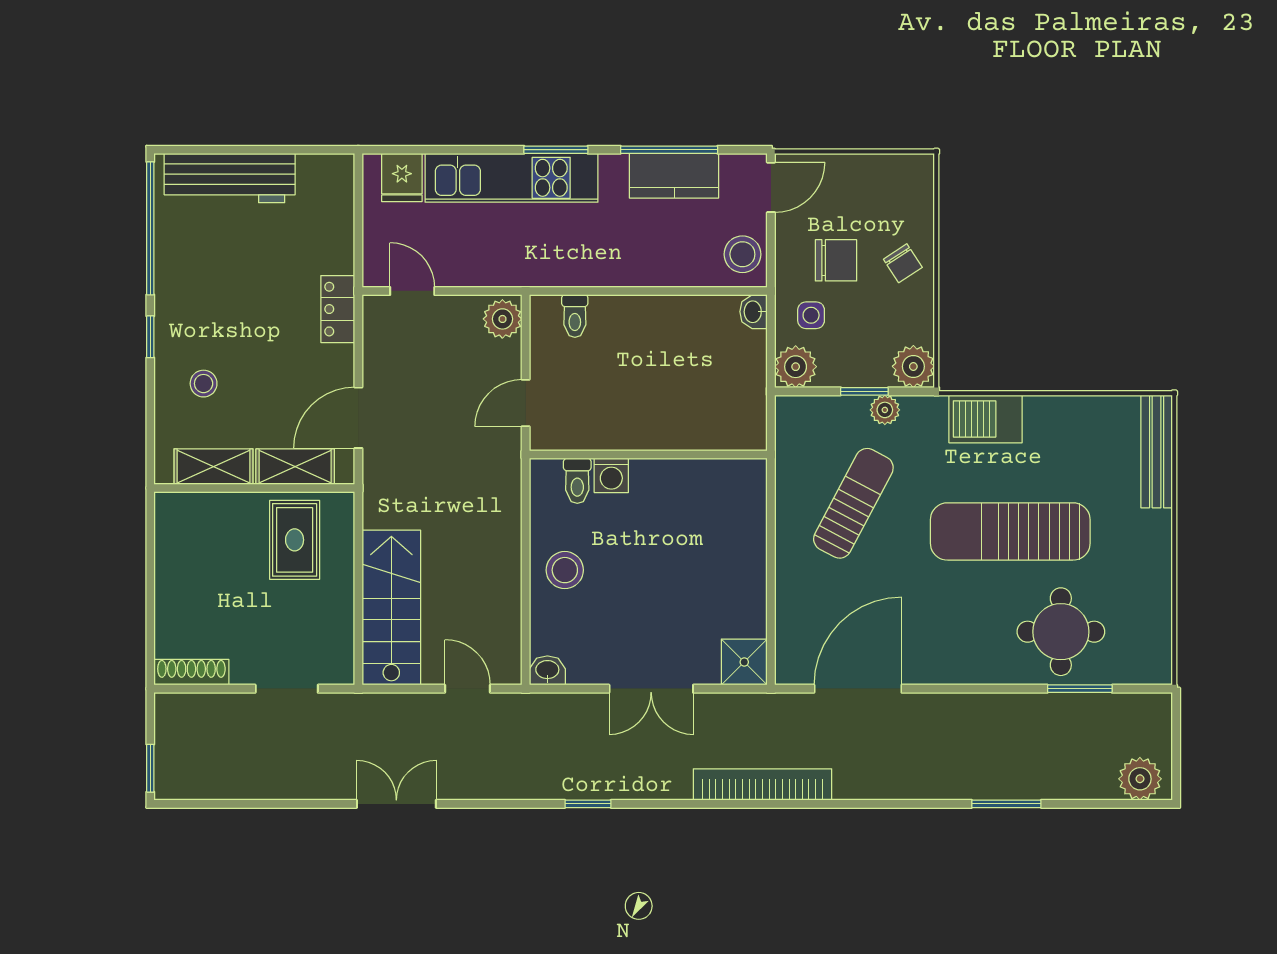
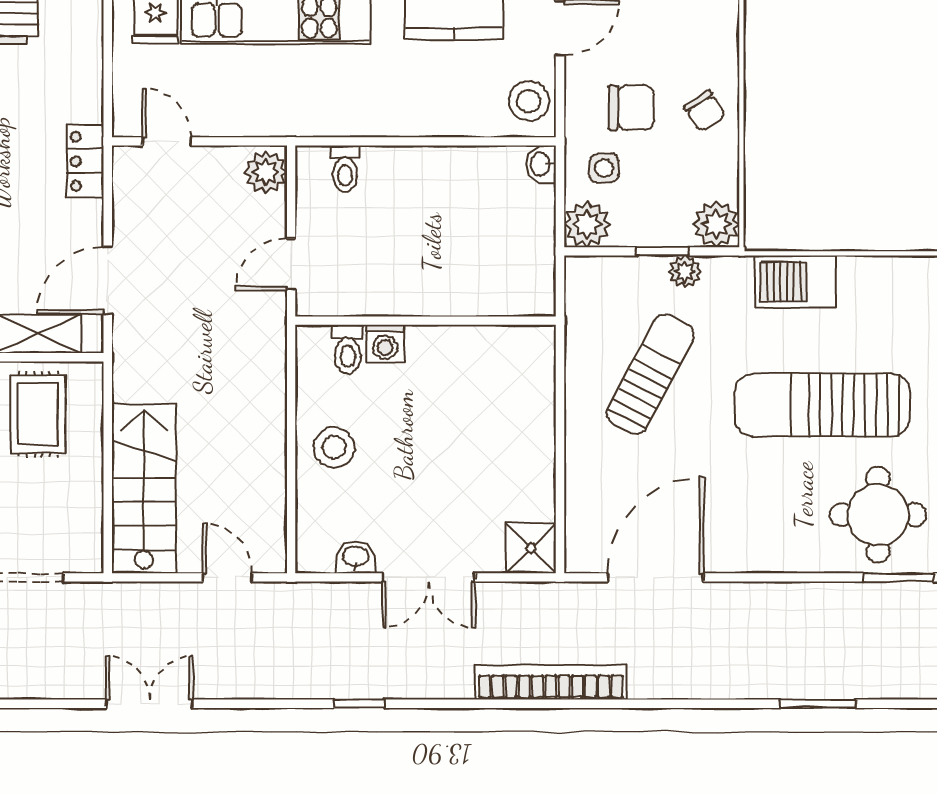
washbasin: (547, 670) -> (356, 557), moved

